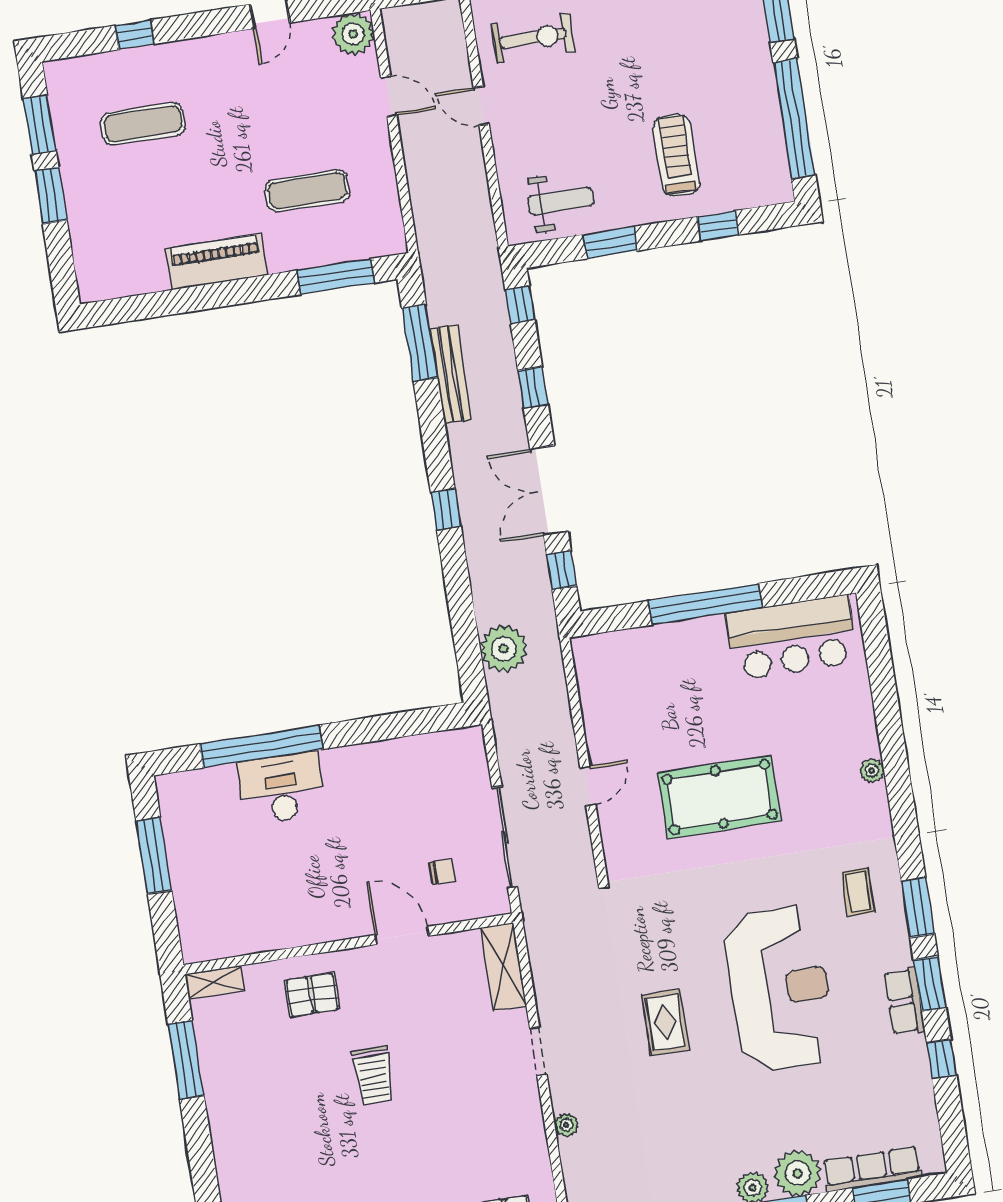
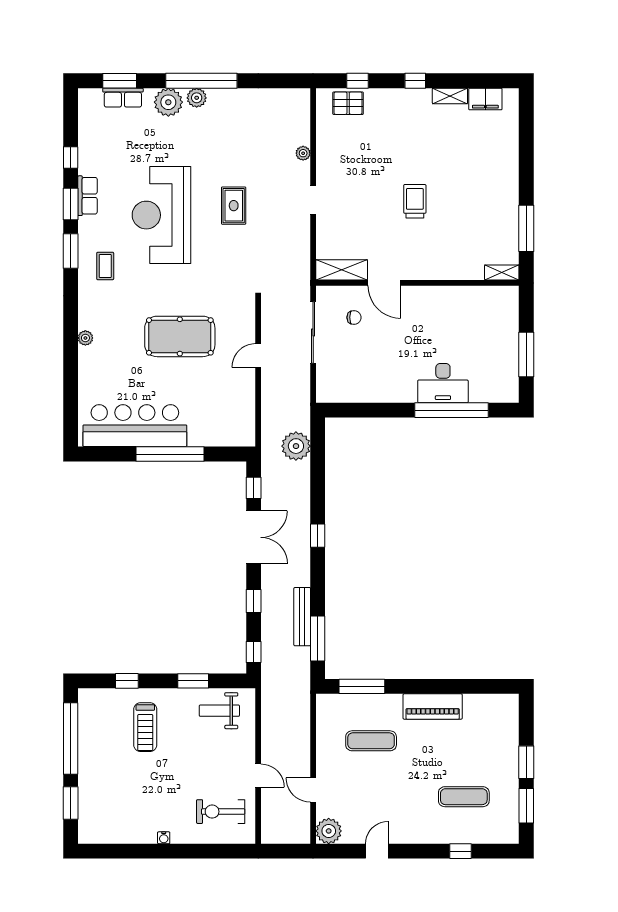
bar counter: (792, 638) -> (135, 426), width x1.36
chair: (442, 872) -> (354, 317), turned 180
shelving: (503, 967) -> (342, 270), moved, turned 90
pallet: (312, 995) -> (444, 256), removed
row of seats: (872, 1169) -> (123, 98), width x0.68

